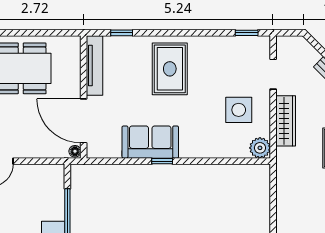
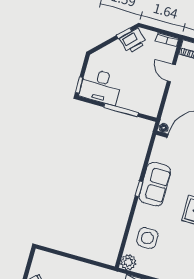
side table: (239, 110) -> (147, 238), moved

